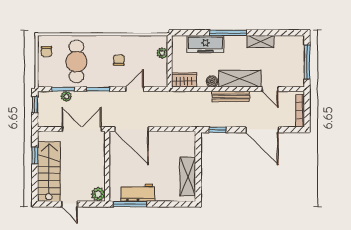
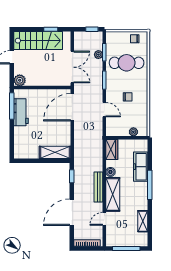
shelving: (260, 41) -> (143, 221), moved
shelving: (188, 177) -> (55, 152), moved

